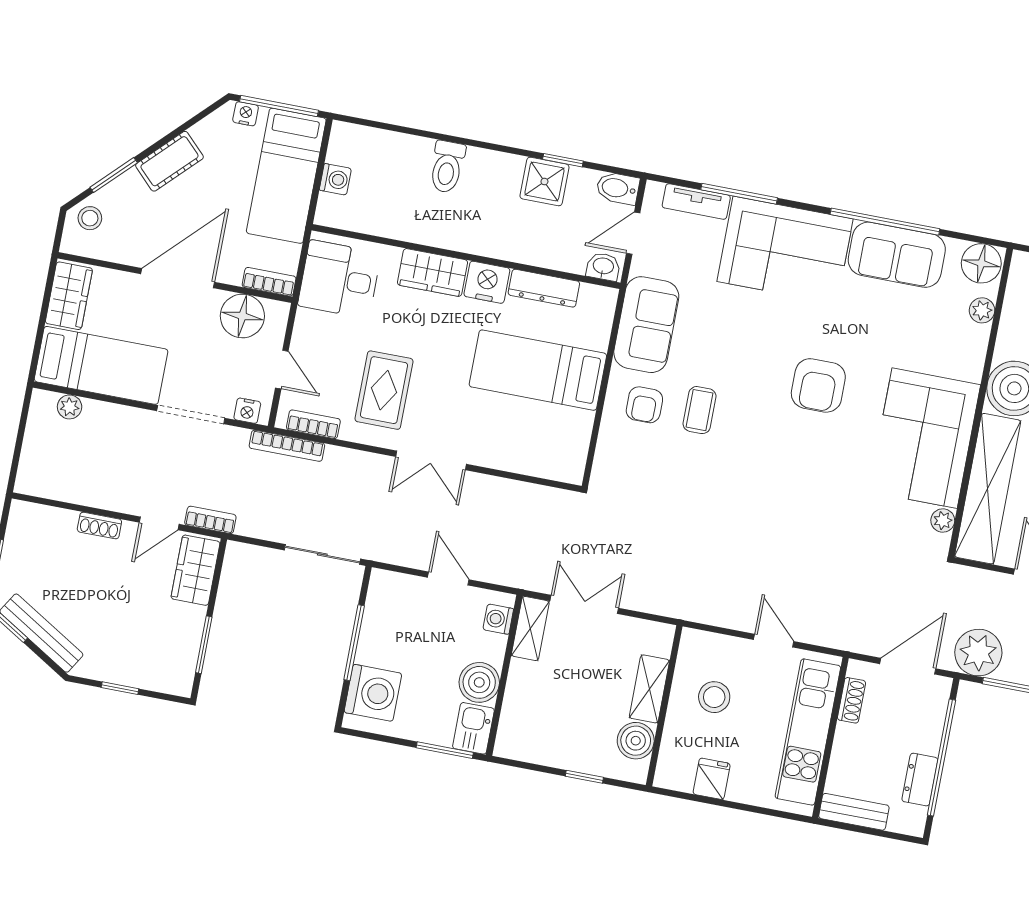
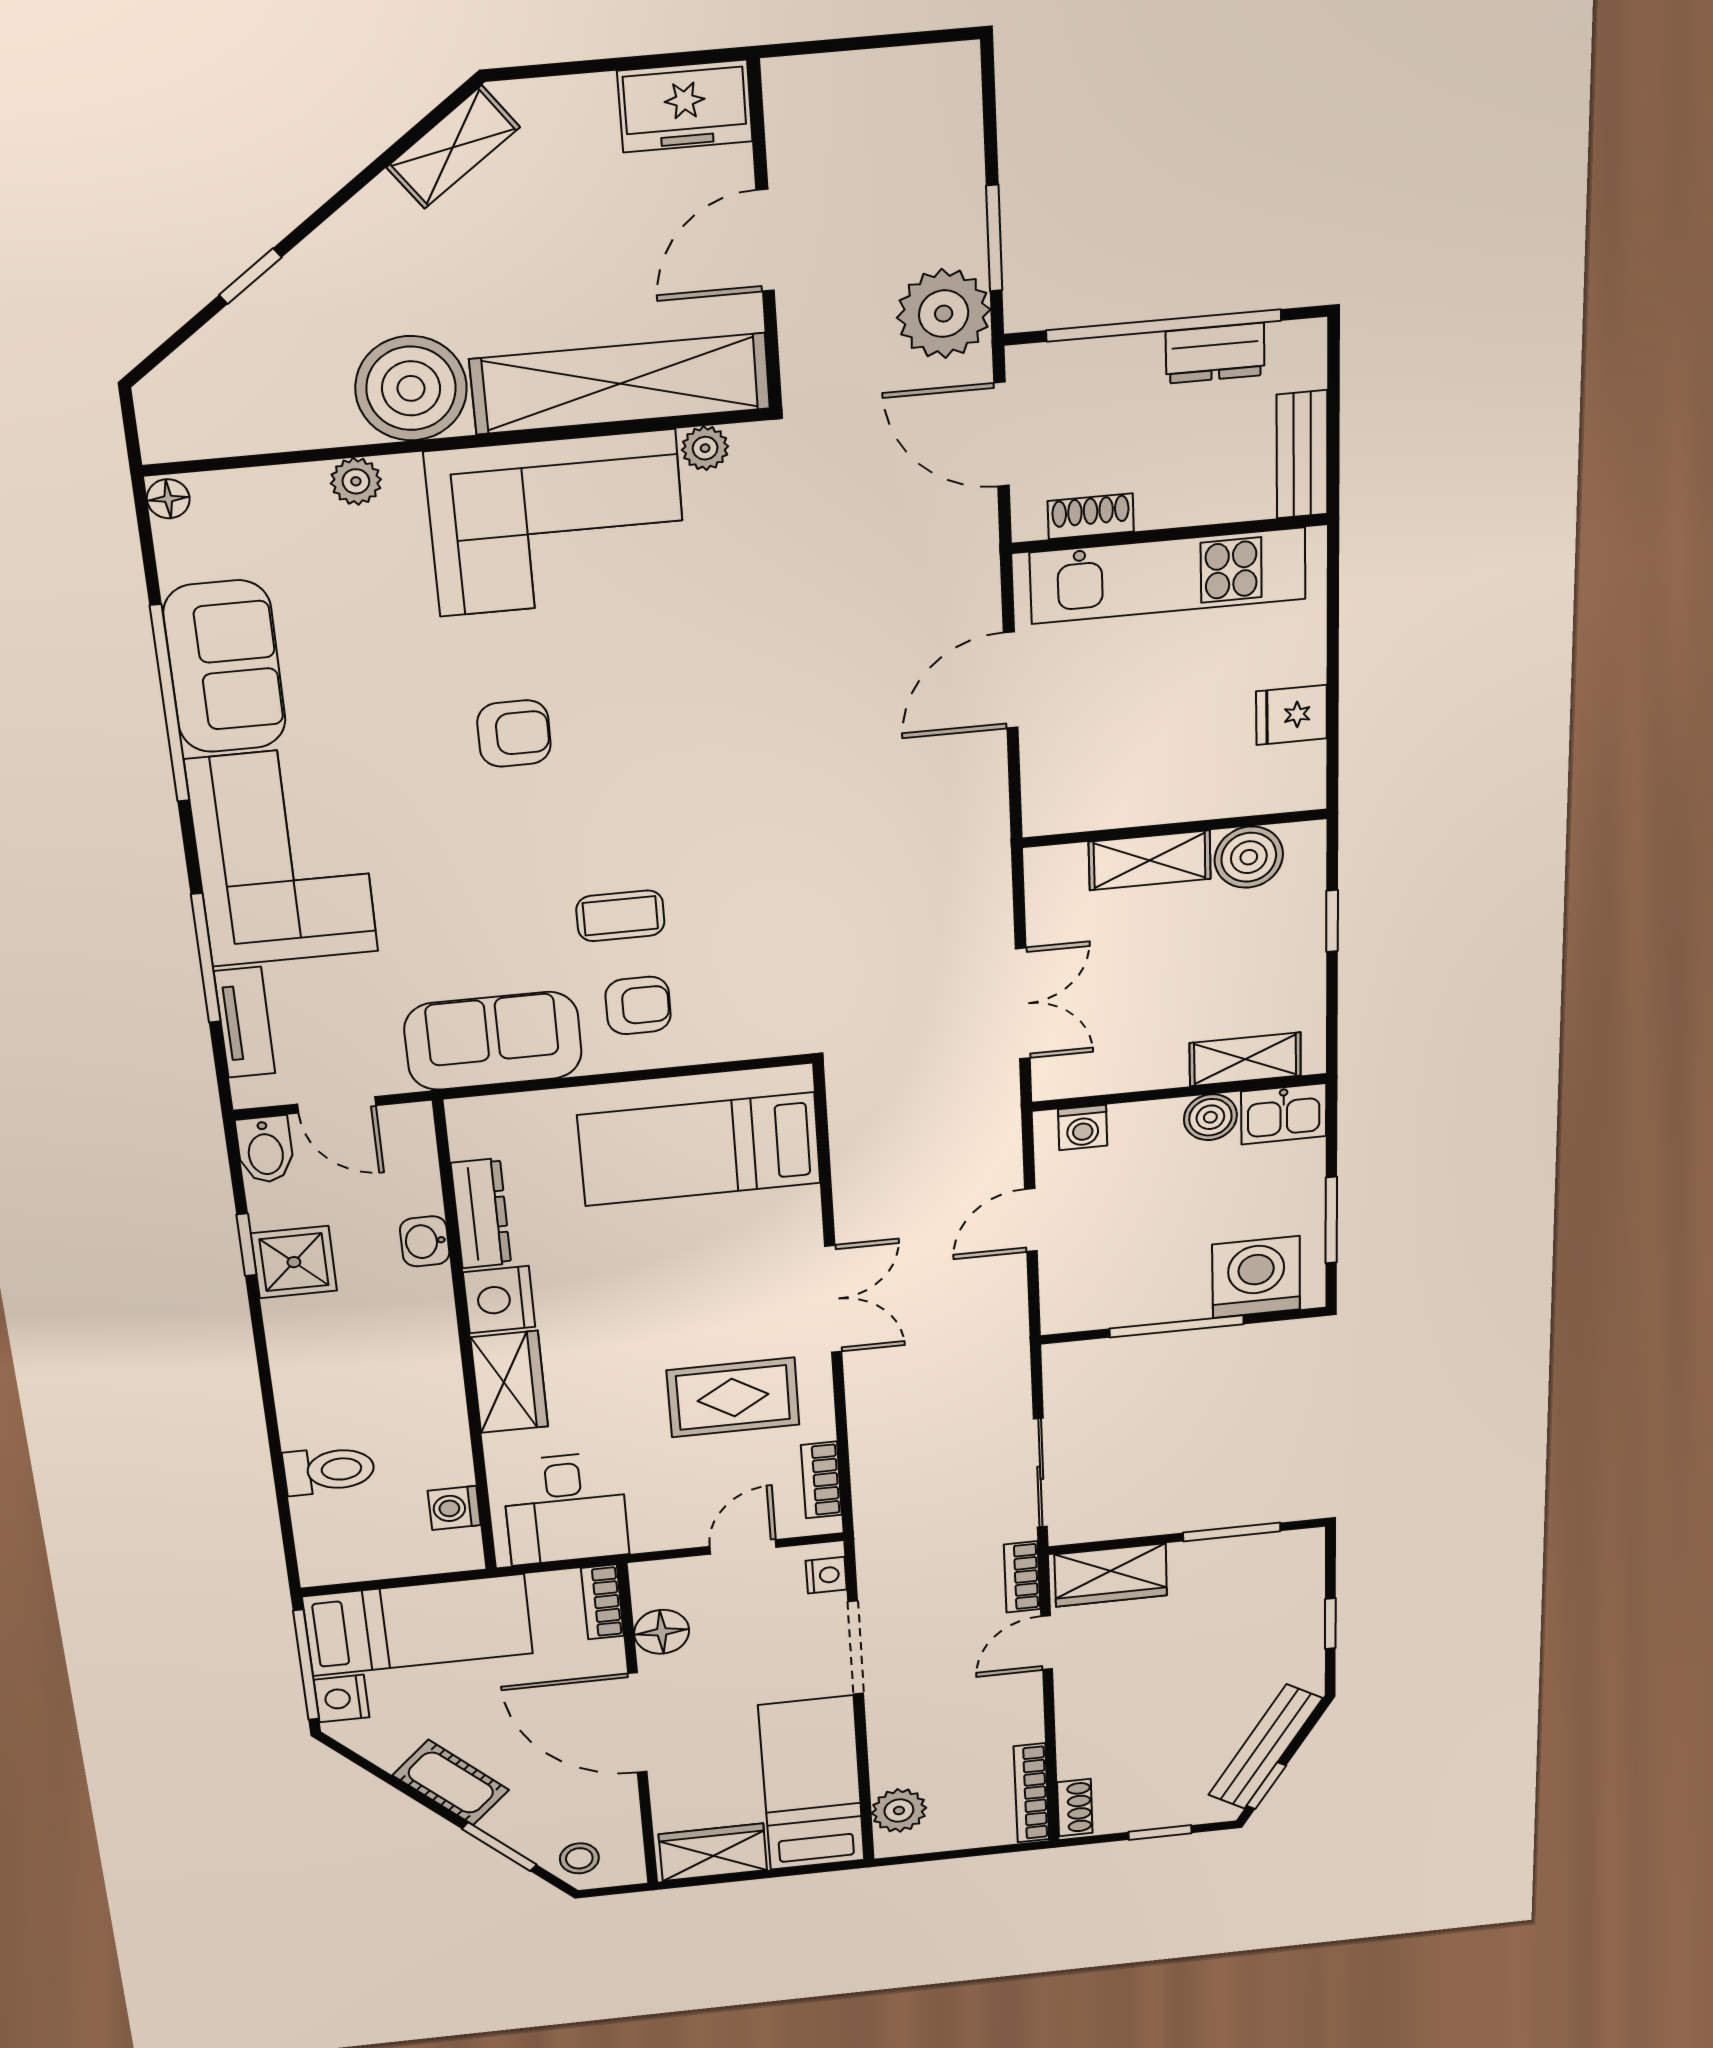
nightstand: (246, 114) -> (342, 1699), width x1.39, depth x1.35
toilet: (447, 167) -> (329, 1470), moved
washing machine: (335, 179) -> (454, 1508), moved, turned -90
floor lamp: (981, 263) -> (168, 499), width x0.53, depth x0.53
washbasin: (603, 267) -> (425, 1241), moved
plant: (982, 310) -> (356, 481), moved
floor lamp: (242, 316) -> (662, 1632), width x0.73, depth x0.73
bed: (538, 370) -> (699, 1149), moved, turned 90
armchair: (818, 385) -> (514, 734), width x0.72, depth x0.72
plant: (70, 407) -> (899, 1810), width x1.38, depth x1.38
bookcase: (287, 446) -> (1031, 1793), moved, turned 180
door: (159, 523) -> (1047, 1643), swing flipped
shoe rack: (99, 526) -> (1075, 1808), moved
sliding door: (322, 554) -> (1040, 1473), moved
double door: (584, 604) -> (1023, 1004), swing flipped
shelving: (530, 629) -> (1245, 1059), moved
door: (774, 641) -> (1011, 680), width x1.38
boiler: (479, 682) -> (1210, 1117), width x0.73, depth x0.73
stool: (714, 697) -> (1140, 751), removed
window: (445, 750) -> (1331, 1220), moved

